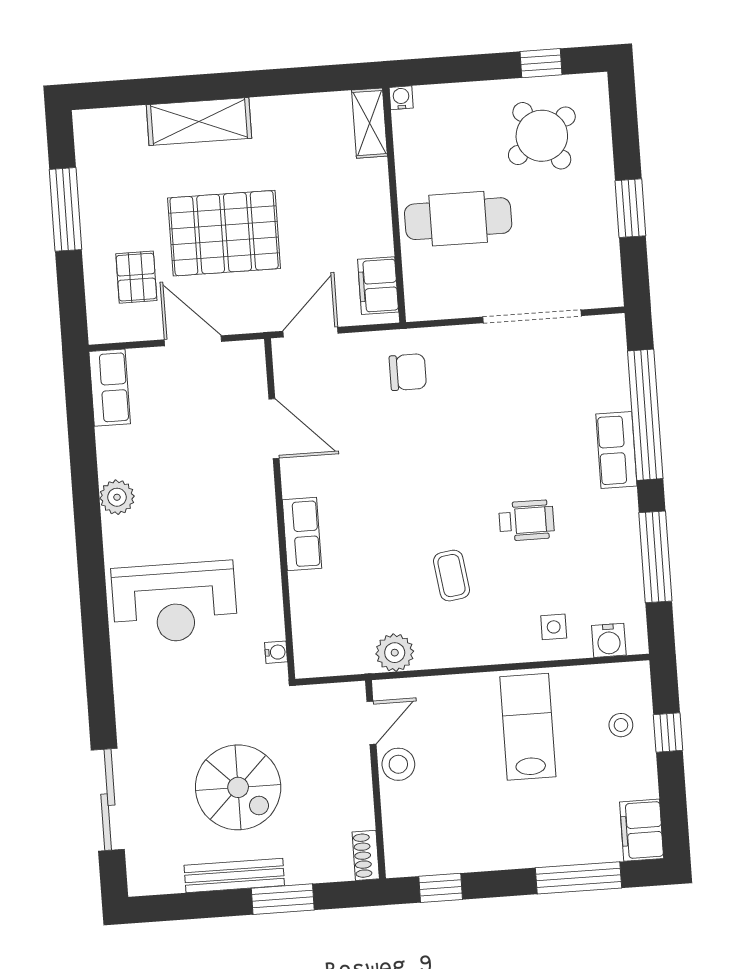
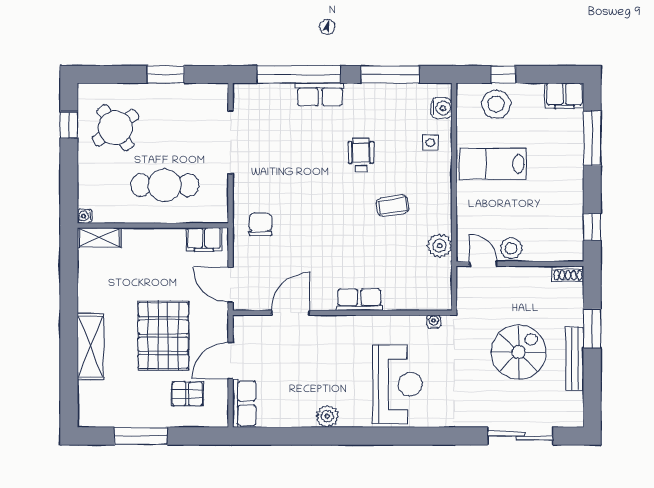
cafe table: (458, 219) -> (165, 185), turned 90
row of seats: (110, 388) -> (244, 403), moved, turned 90
stool: (621, 725) -> (496, 104), width x1.89, depth x1.89

